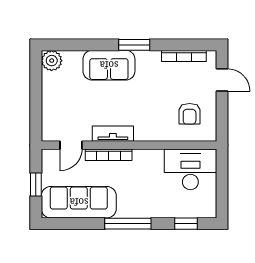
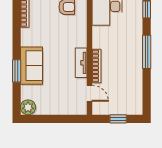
window: (134, 45) -> (17, 71), moved
sofa: (79, 202) -> (131, 88), removed

